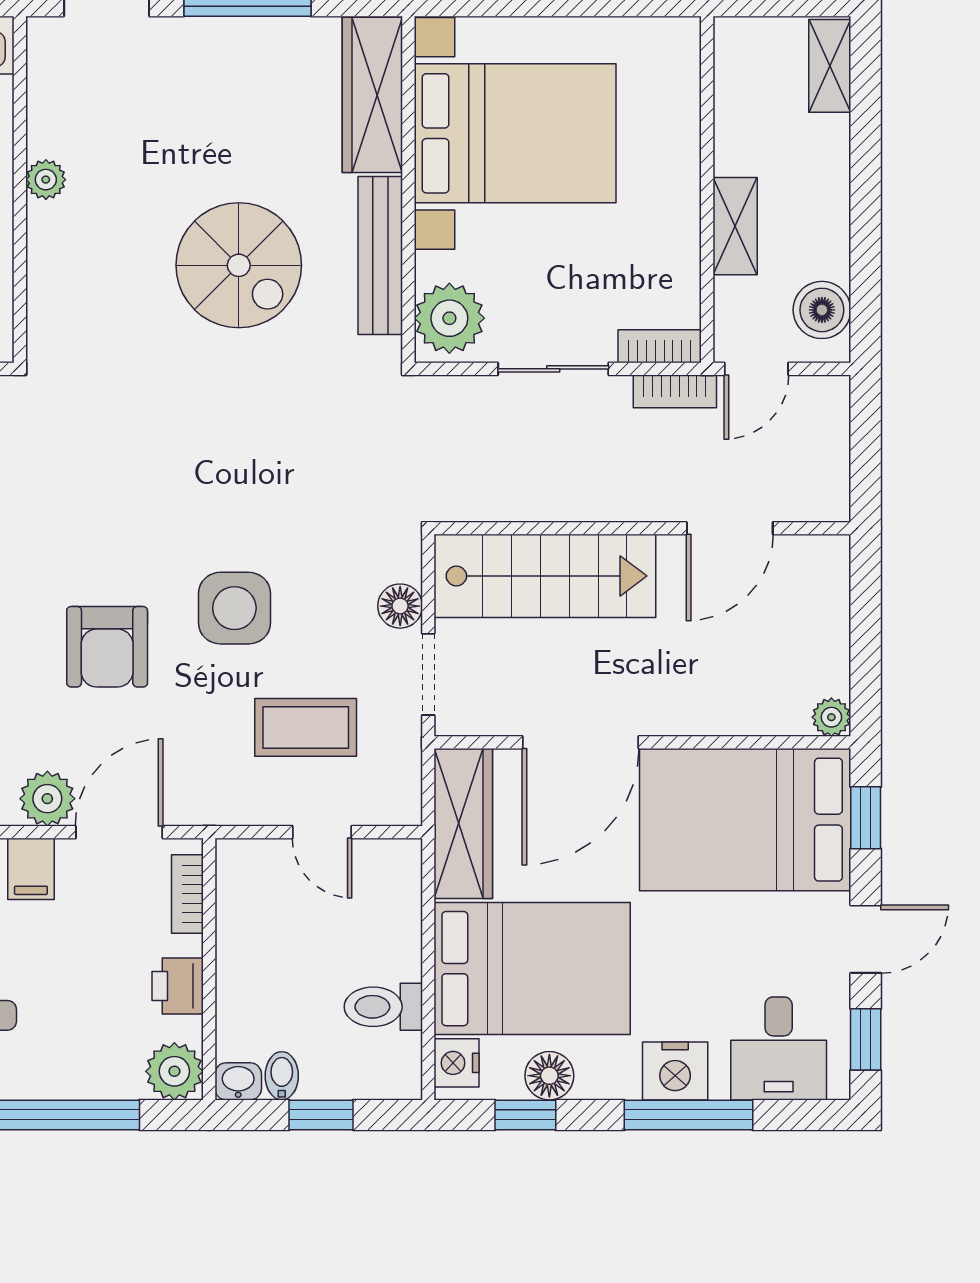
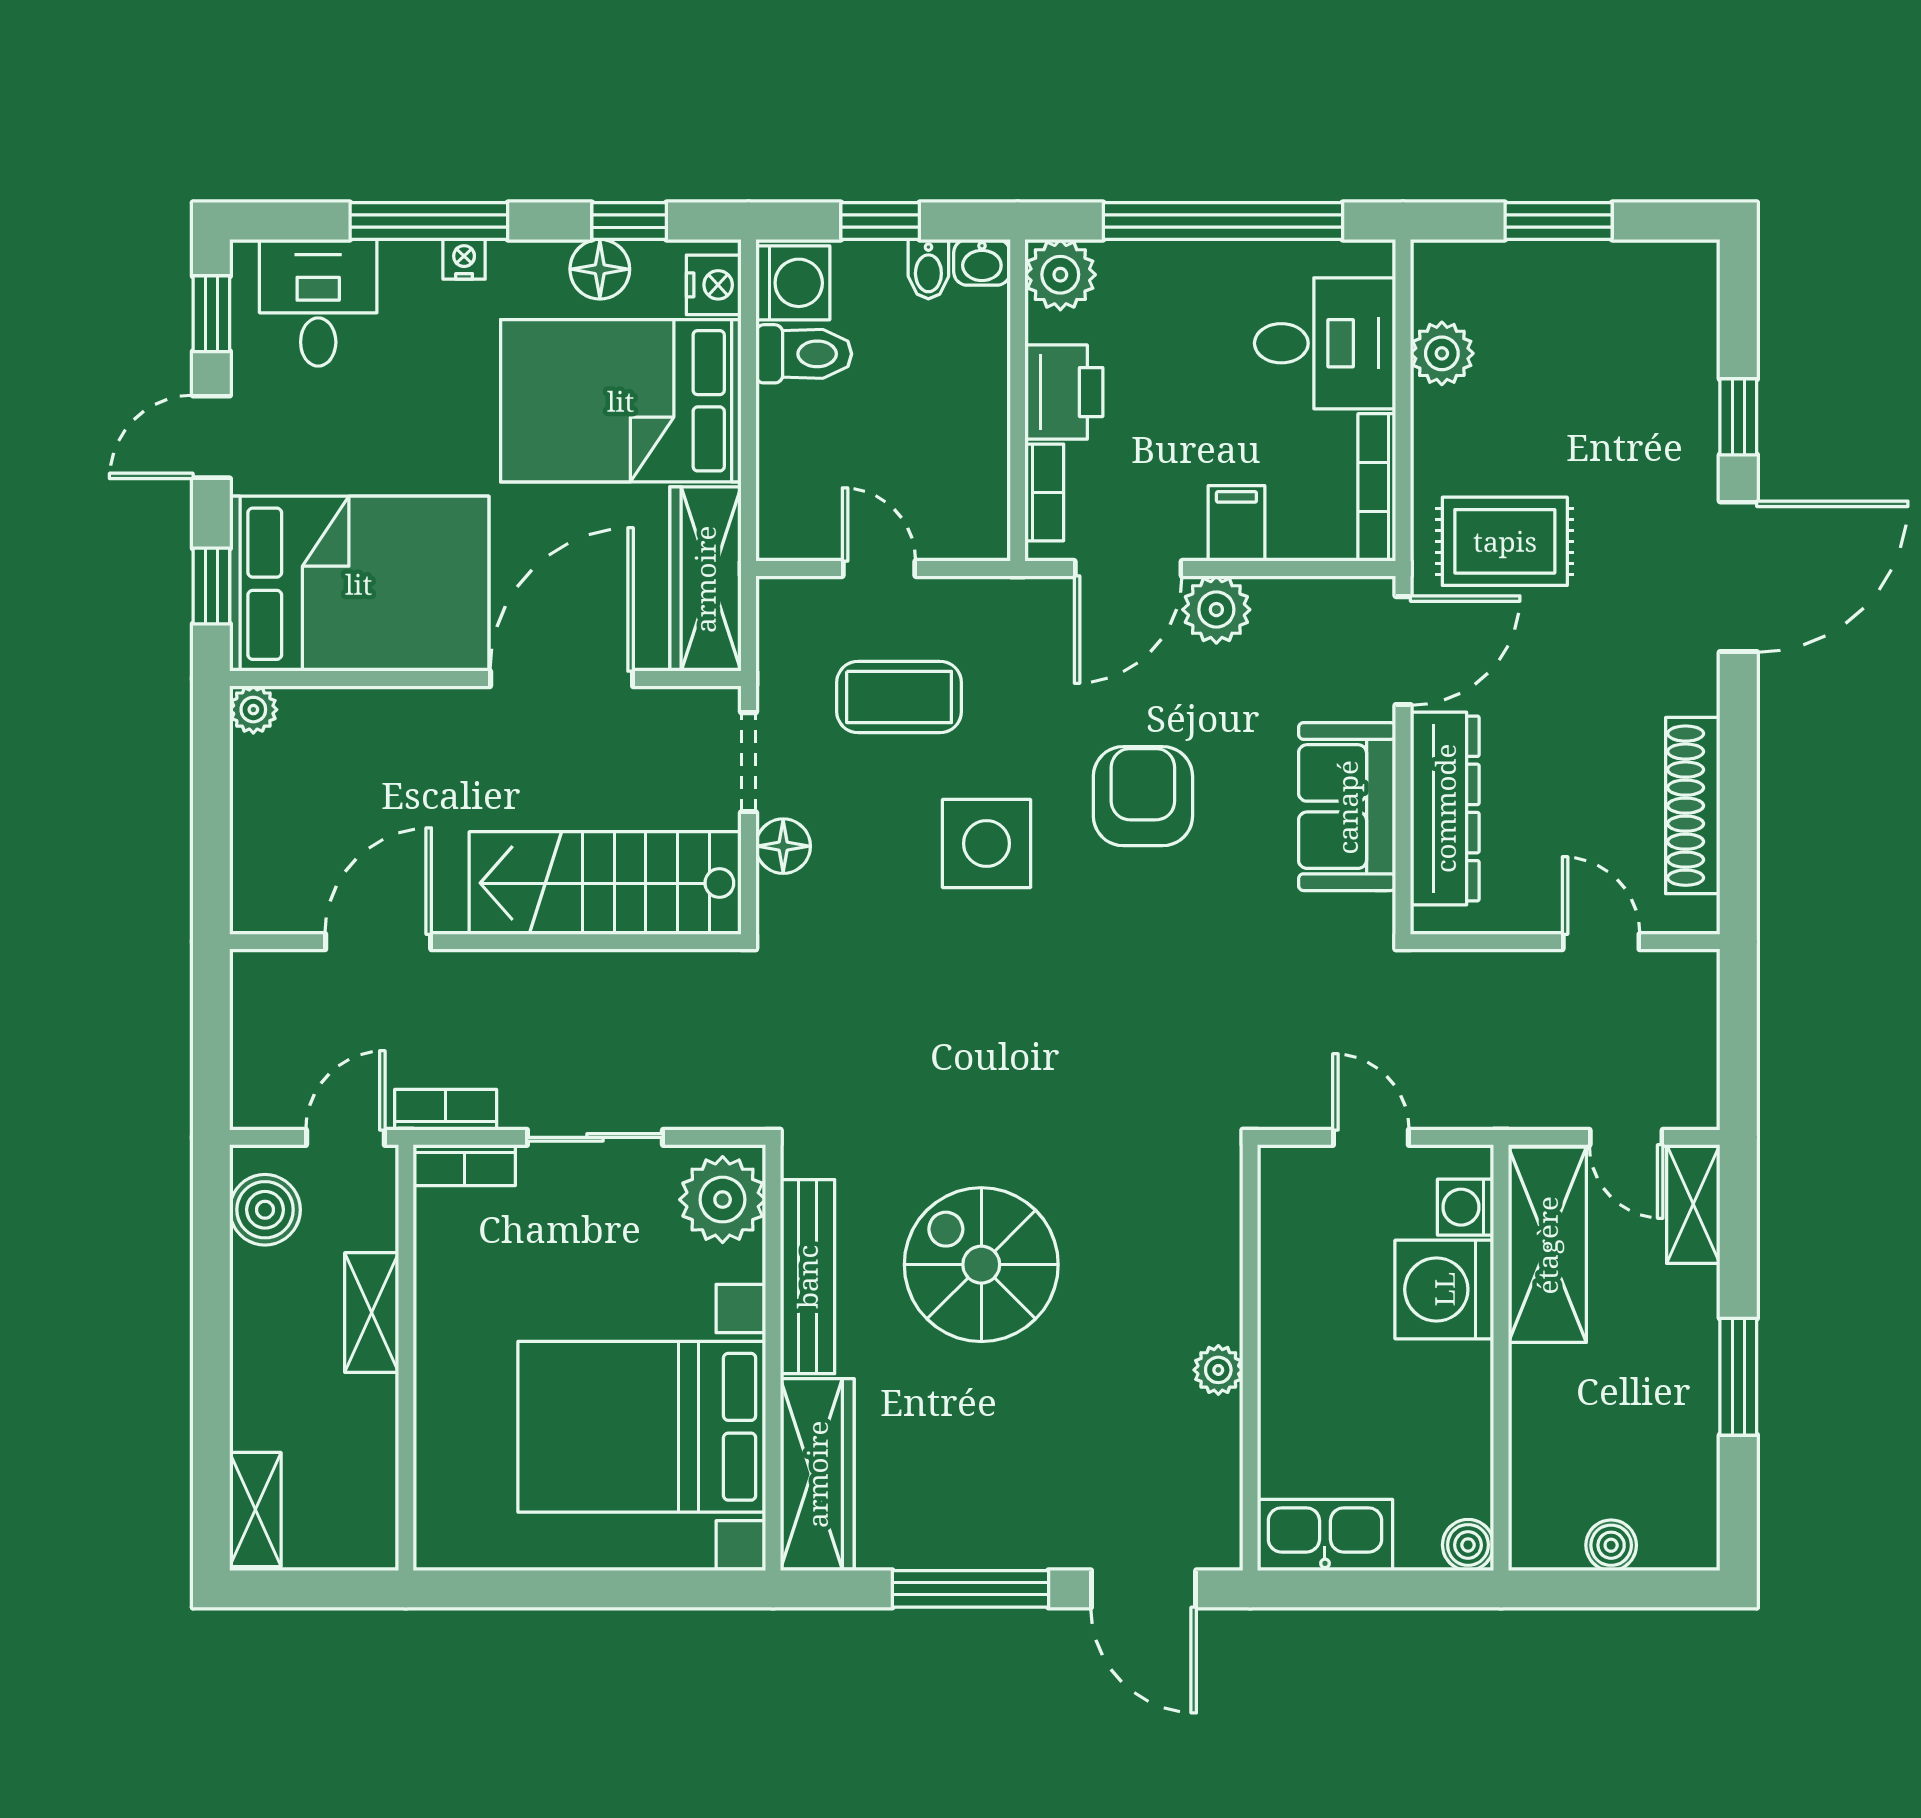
printer: (178, 986) -> (1064, 392), width x1.36, depth x1.24
washing machine: (392, 1065) -> (793, 283), added
nightstand: (675, 1071) -> (464, 259), width x0.53, depth x0.56

